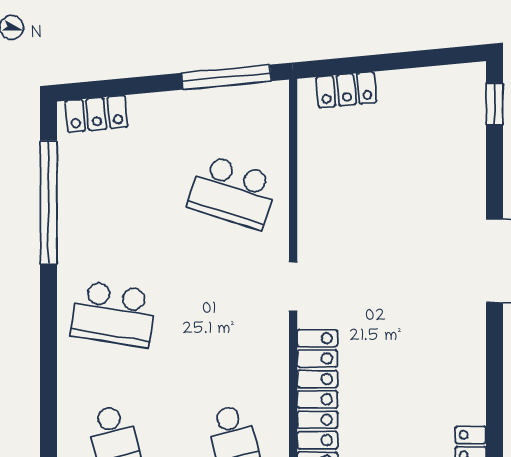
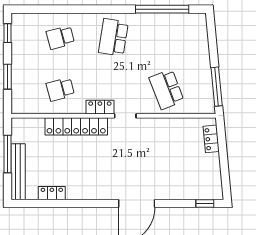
locker: (96, 114) -> (100, 107), moved, turned 95
school desk: (233, 192) -> (167, 89), turned -39

